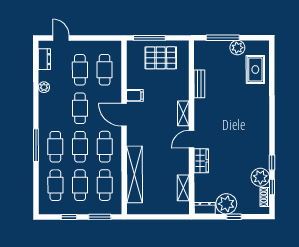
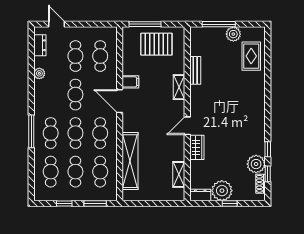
shelving: (183, 113) -> (179, 87), moved

